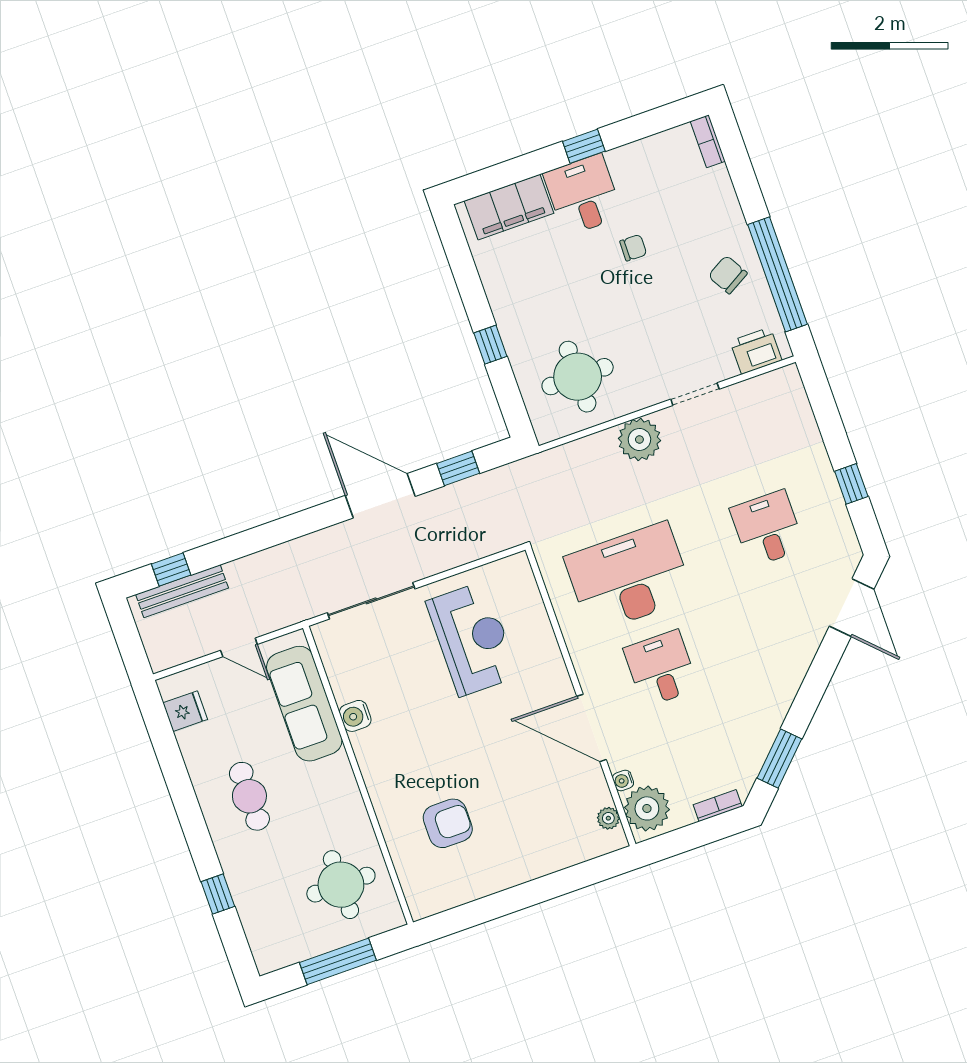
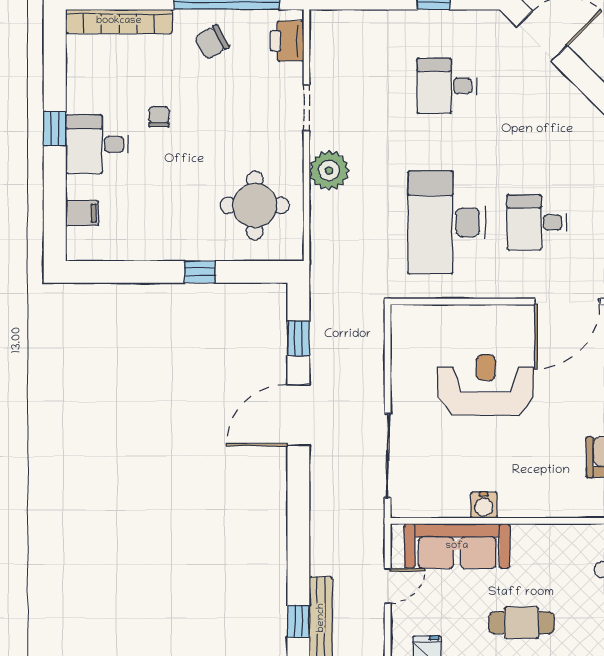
bookcase: (708, 141) -> (119, 21), width x2.31, depth x1.31
filing cabinet: (509, 207) -> (82, 213), width x0.33, depth x0.86
reception desk: (472, 639) -> (486, 385), moved

